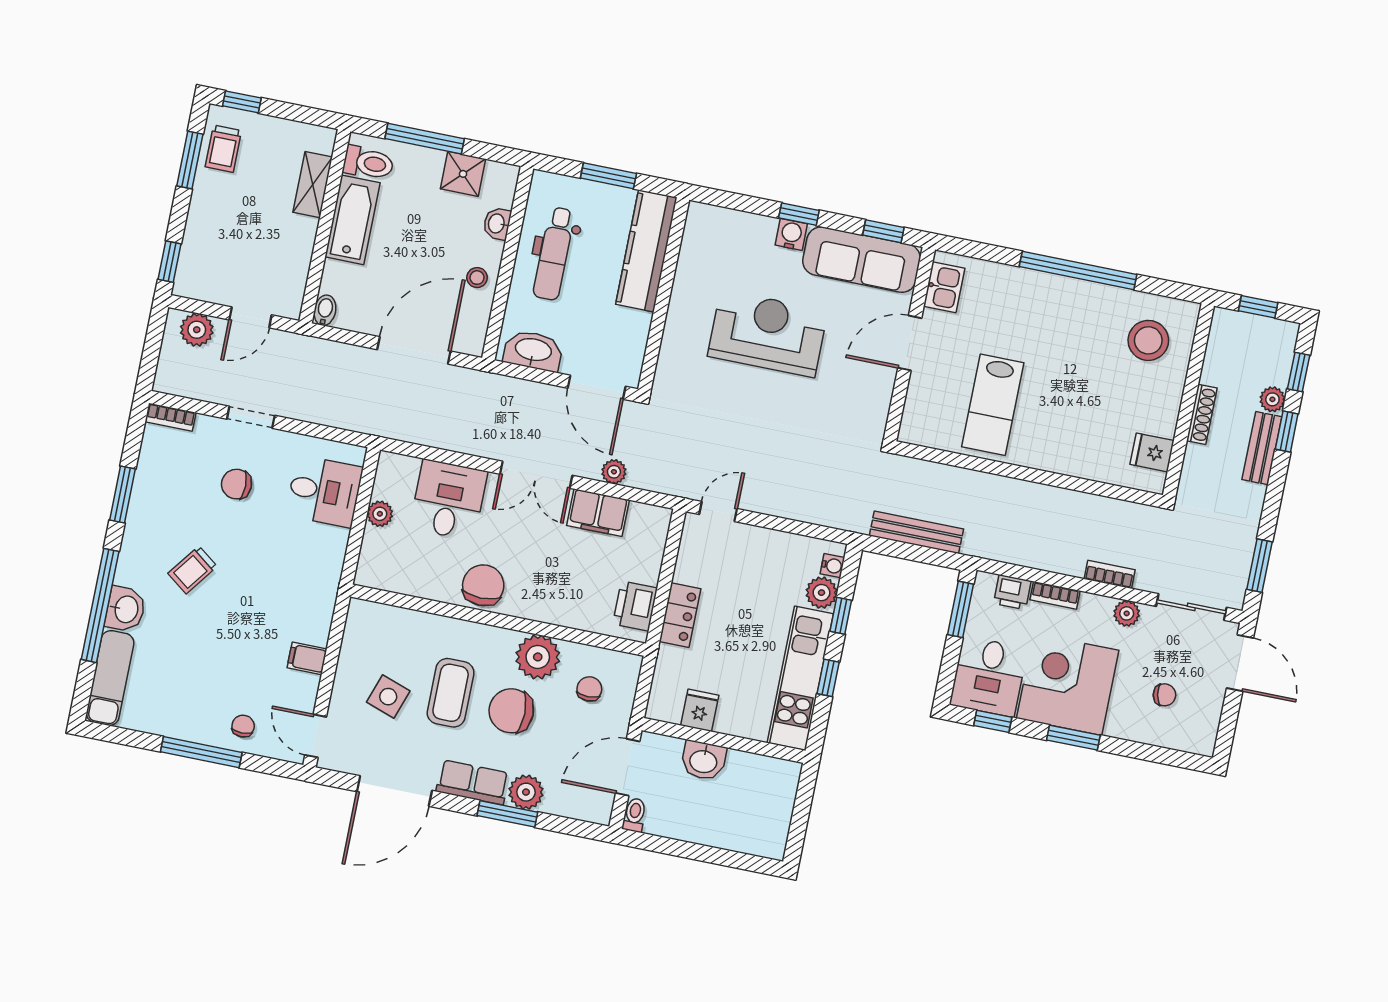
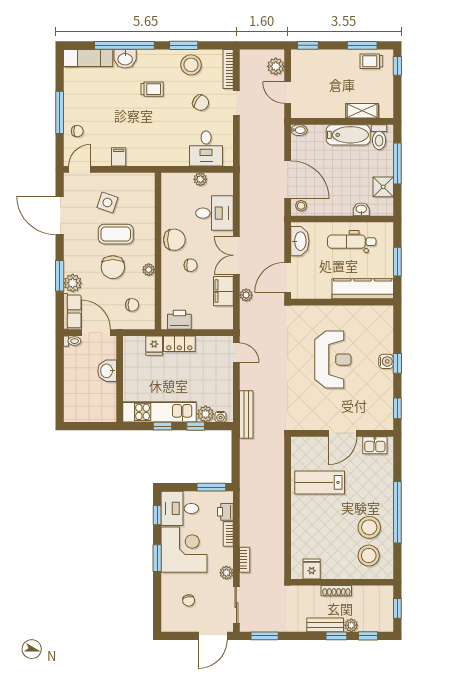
sofa: (862, 260) -> (380, 400), removed
stool: (477, 278) -> (301, 206), moved
stool: (1096, 329) -> (369, 527), added
door: (910, 343) -> (343, 433), swing flipped
bookcase: (170, 417) -> (228, 69), width x1.56
chair: (236, 484) -> (201, 103), turned 123
stool: (162, 488) -> (191, 65), added
bench: (916, 532) -> (246, 414), moved
chair: (537, 564) -> (191, 265), added
trolley: (193, 570) -> (152, 89), turned 143
plant: (538, 657) -> (149, 270), width x0.53, depth x0.53
fridge: (700, 710) -> (154, 346), moved, turned 90
chair: (511, 711) -> (113, 267), turned 180
row of seats: (473, 782) -> (72, 311), moved

